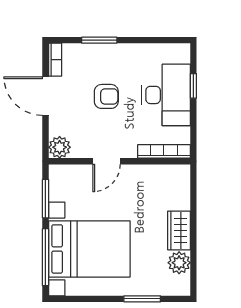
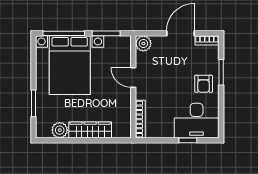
desk: (166, 95) -> (197, 121), moved
armchair: (106, 96) -> (204, 84), moved
wardrobe: (179, 230) -> (90, 130), width x1.50

